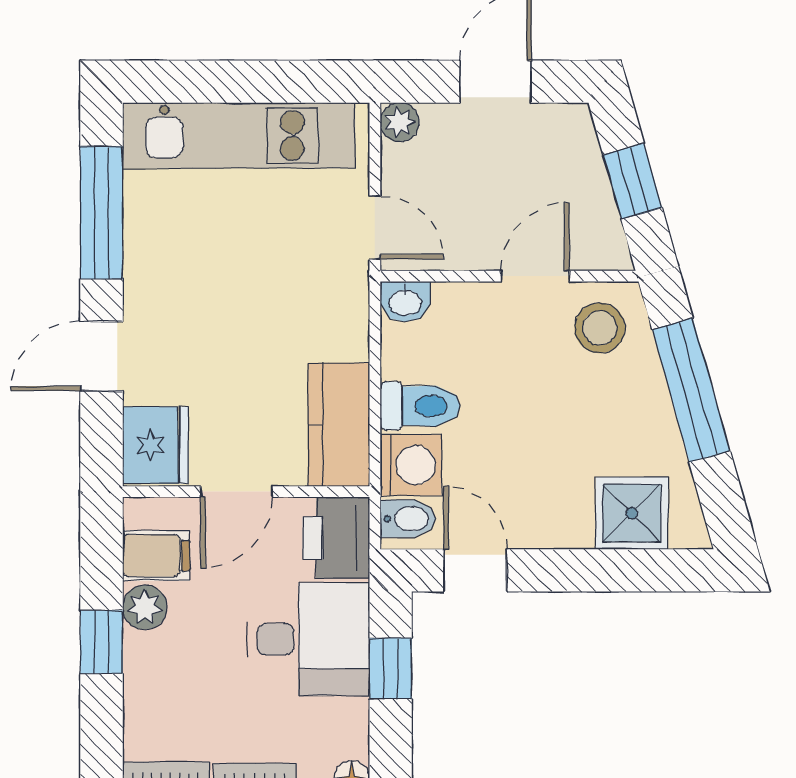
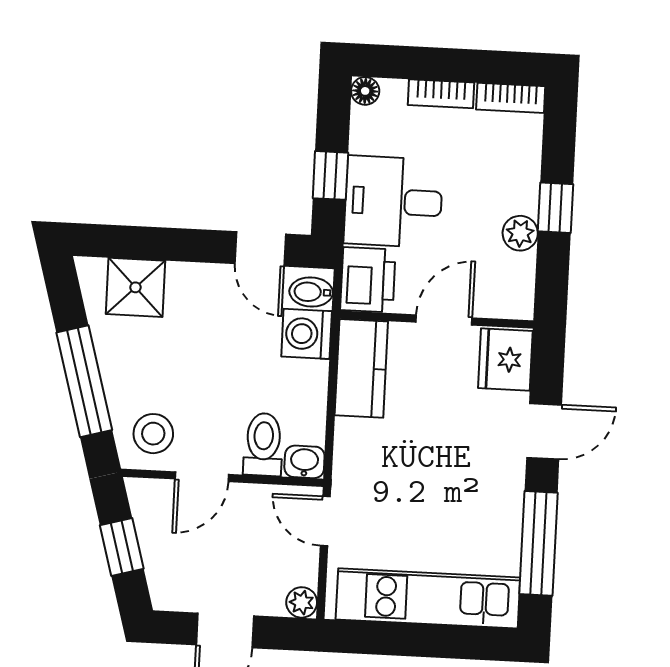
toilet: (420, 406) -> (263, 444), moved, turned 90
filing cabinet: (156, 556) -> (509, 273), removed

